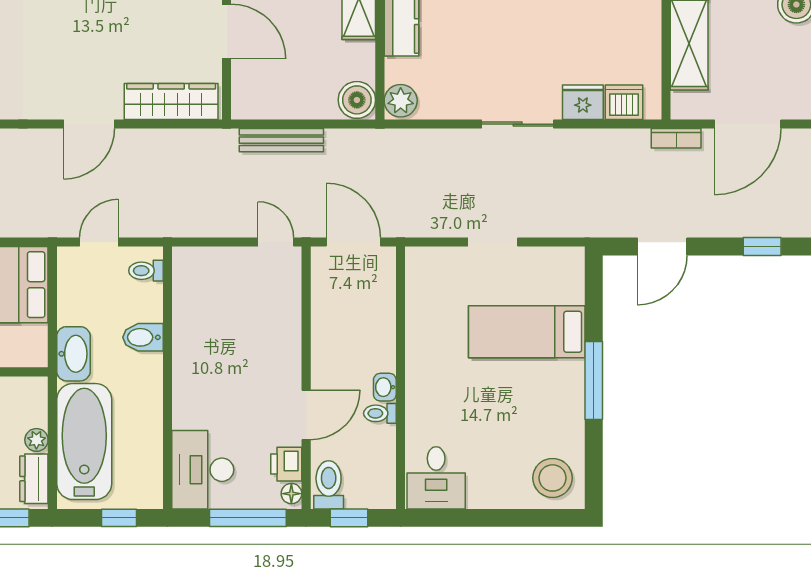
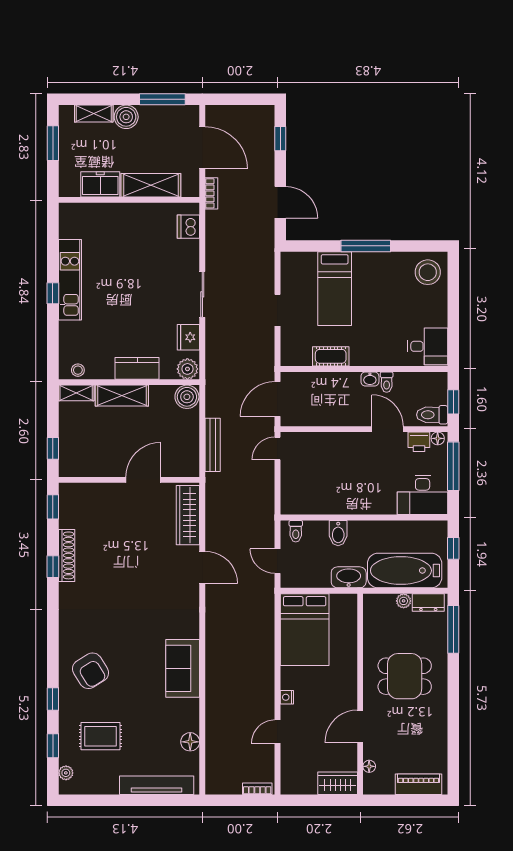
fridge: (583, 102) -> (188, 337), moved
cot: (420, 326) -> (331, 356), added

